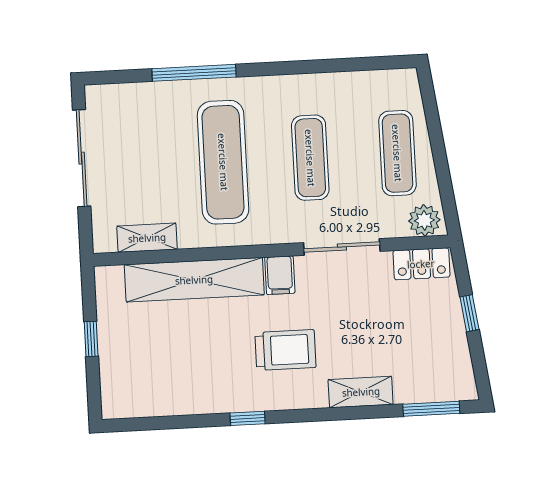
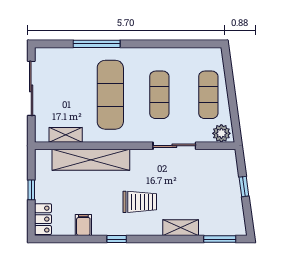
locker: (421, 264) -> (43, 219), moved, turned -90
filing cabinet: (280, 275) -> (83, 225), moved, turned 180

